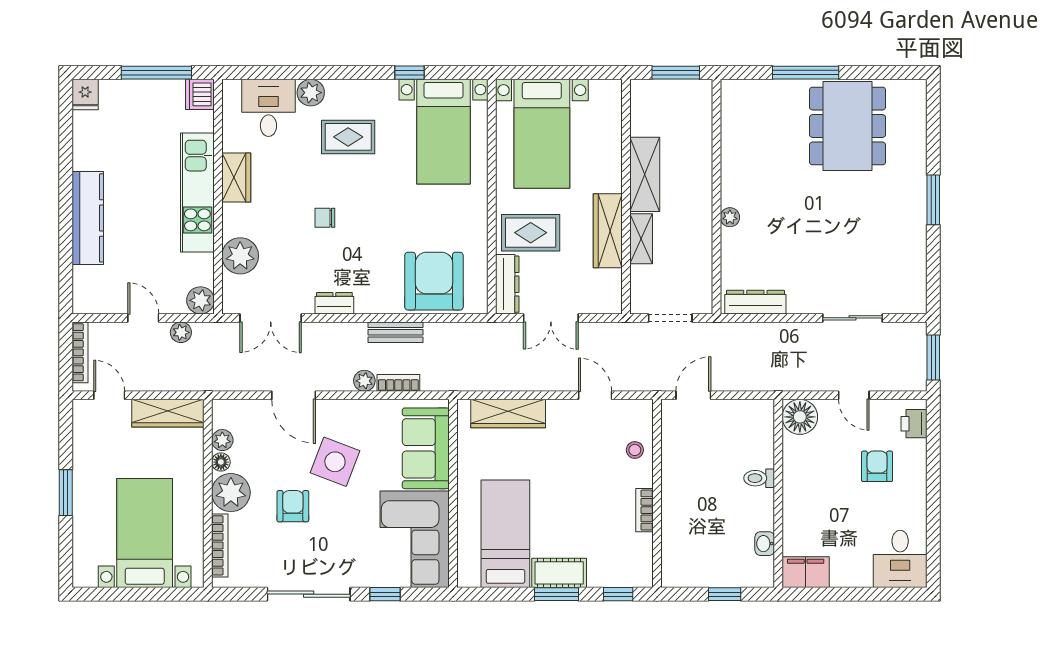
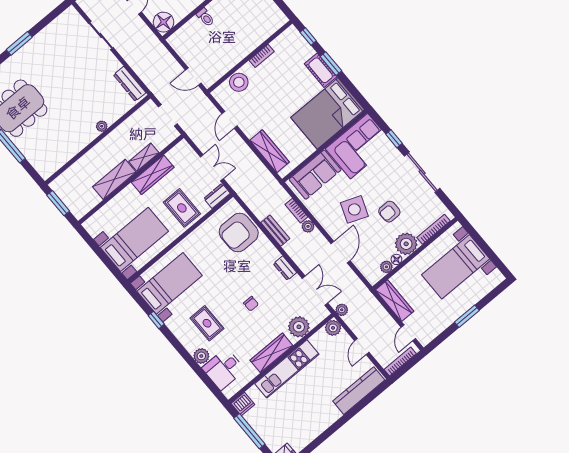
wardrobe: (236, 178) -> (271, 353), width x1.50
kitchen counter: (88, 218) -> (359, 391), moved
dresser: (507, 284) -> (217, 196), width x0.70
plant: (181, 332) -> (342, 310), moved
stool: (635, 450) -> (239, 82), width x1.89, depth x1.89
bed: (505, 534) -> (328, 114), width x1.50

